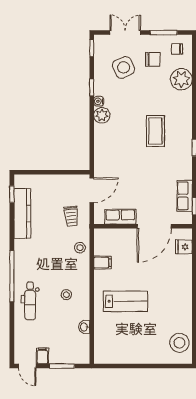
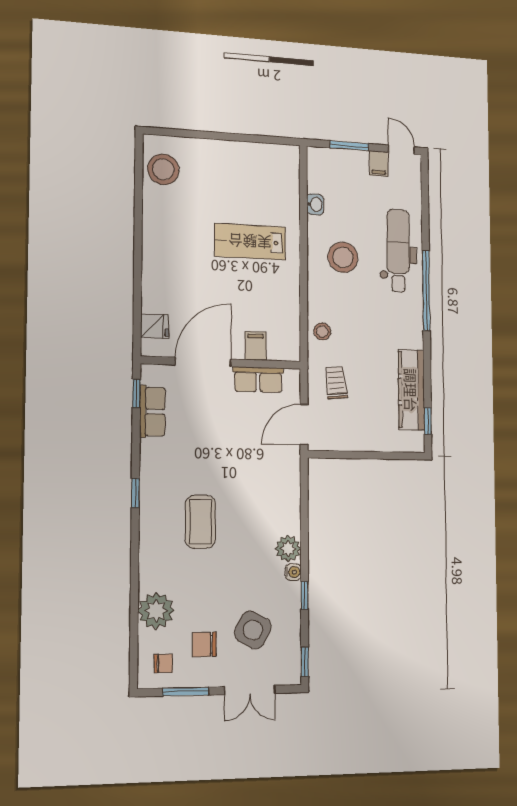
side table: (123, 67) -> (253, 630), turned -37
filing cabinet: (103, 263) -> (256, 346), moved, turned 90
stool: (66, 295) -> (343, 257), width x1.89, depth x1.89
dental chair: (30, 301) -> (398, 250), width x1.36, depth x1.38

